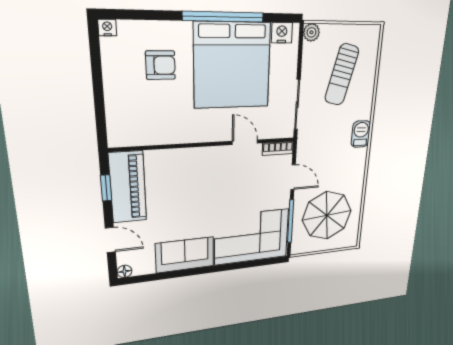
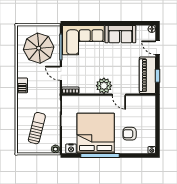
barbecue: (361, 134) -> (22, 85), moved
door: (245, 142) -> (119, 95), moved
plant: (215, 161) -> (104, 86), added

